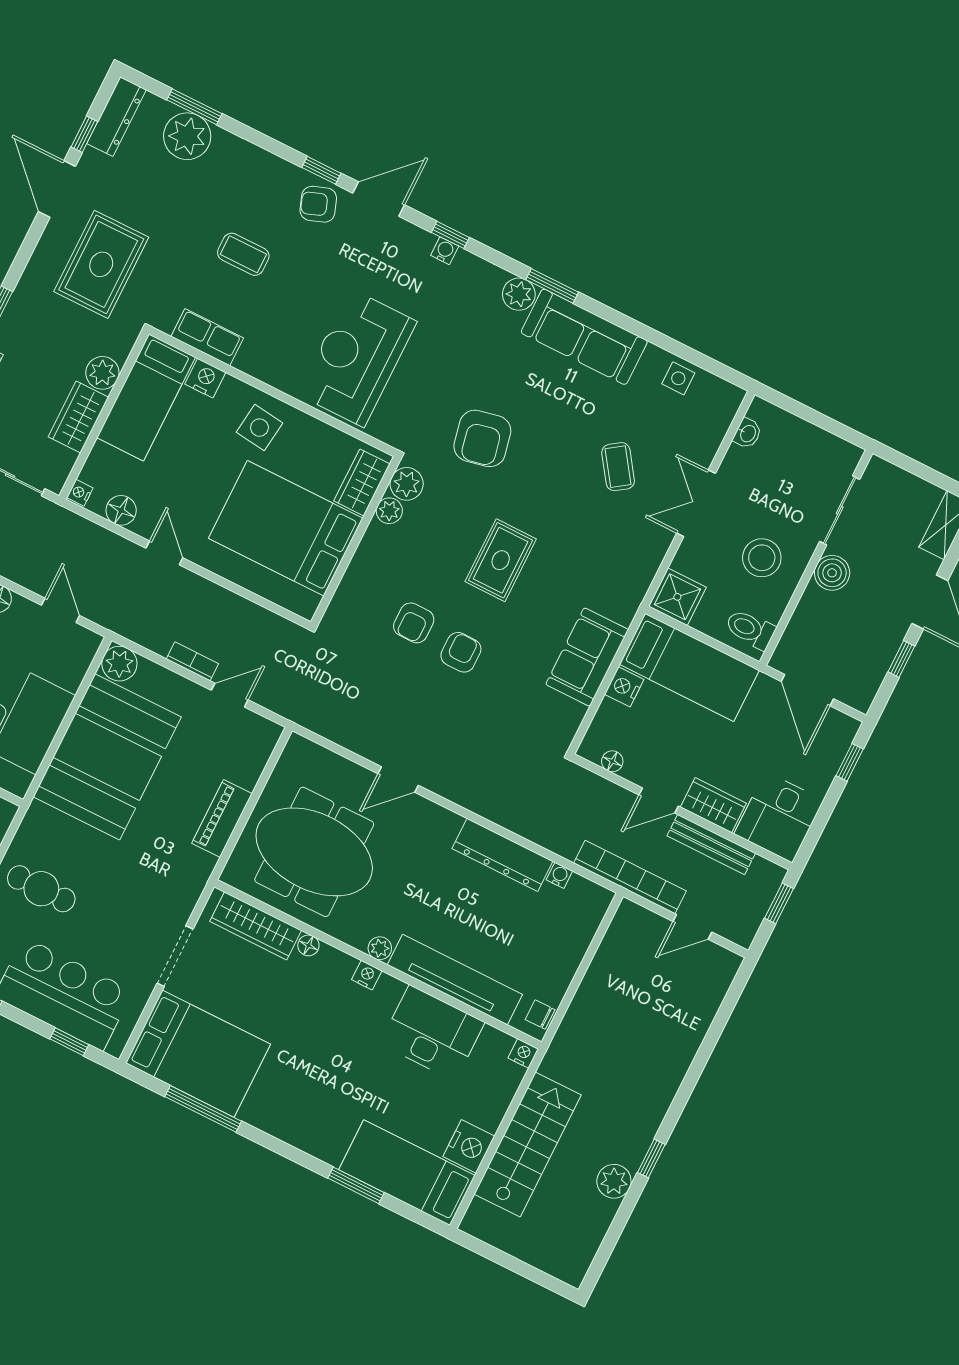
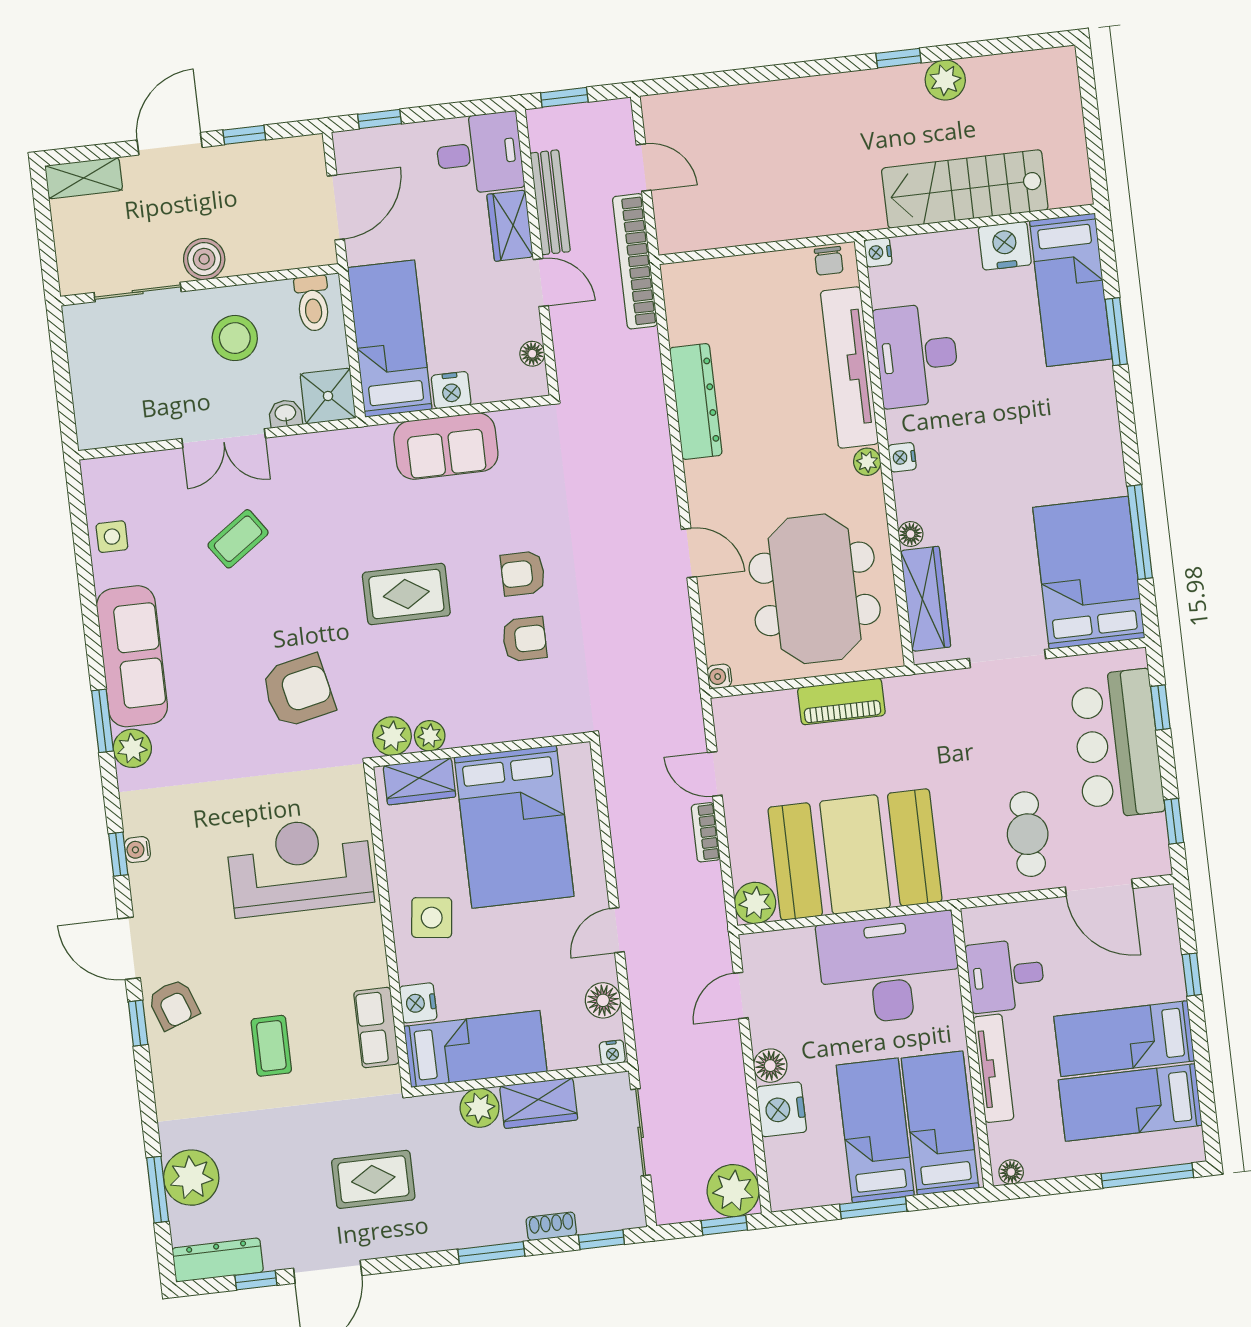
rug: (101, 264) -> (373, 1179), width x0.73, depth x0.70
reception desk: (357, 358) -> (300, 866), turned 180
washbasin: (747, 433) -> (285, 414), moved
water cooler: (559, 875) -> (719, 676), moved

